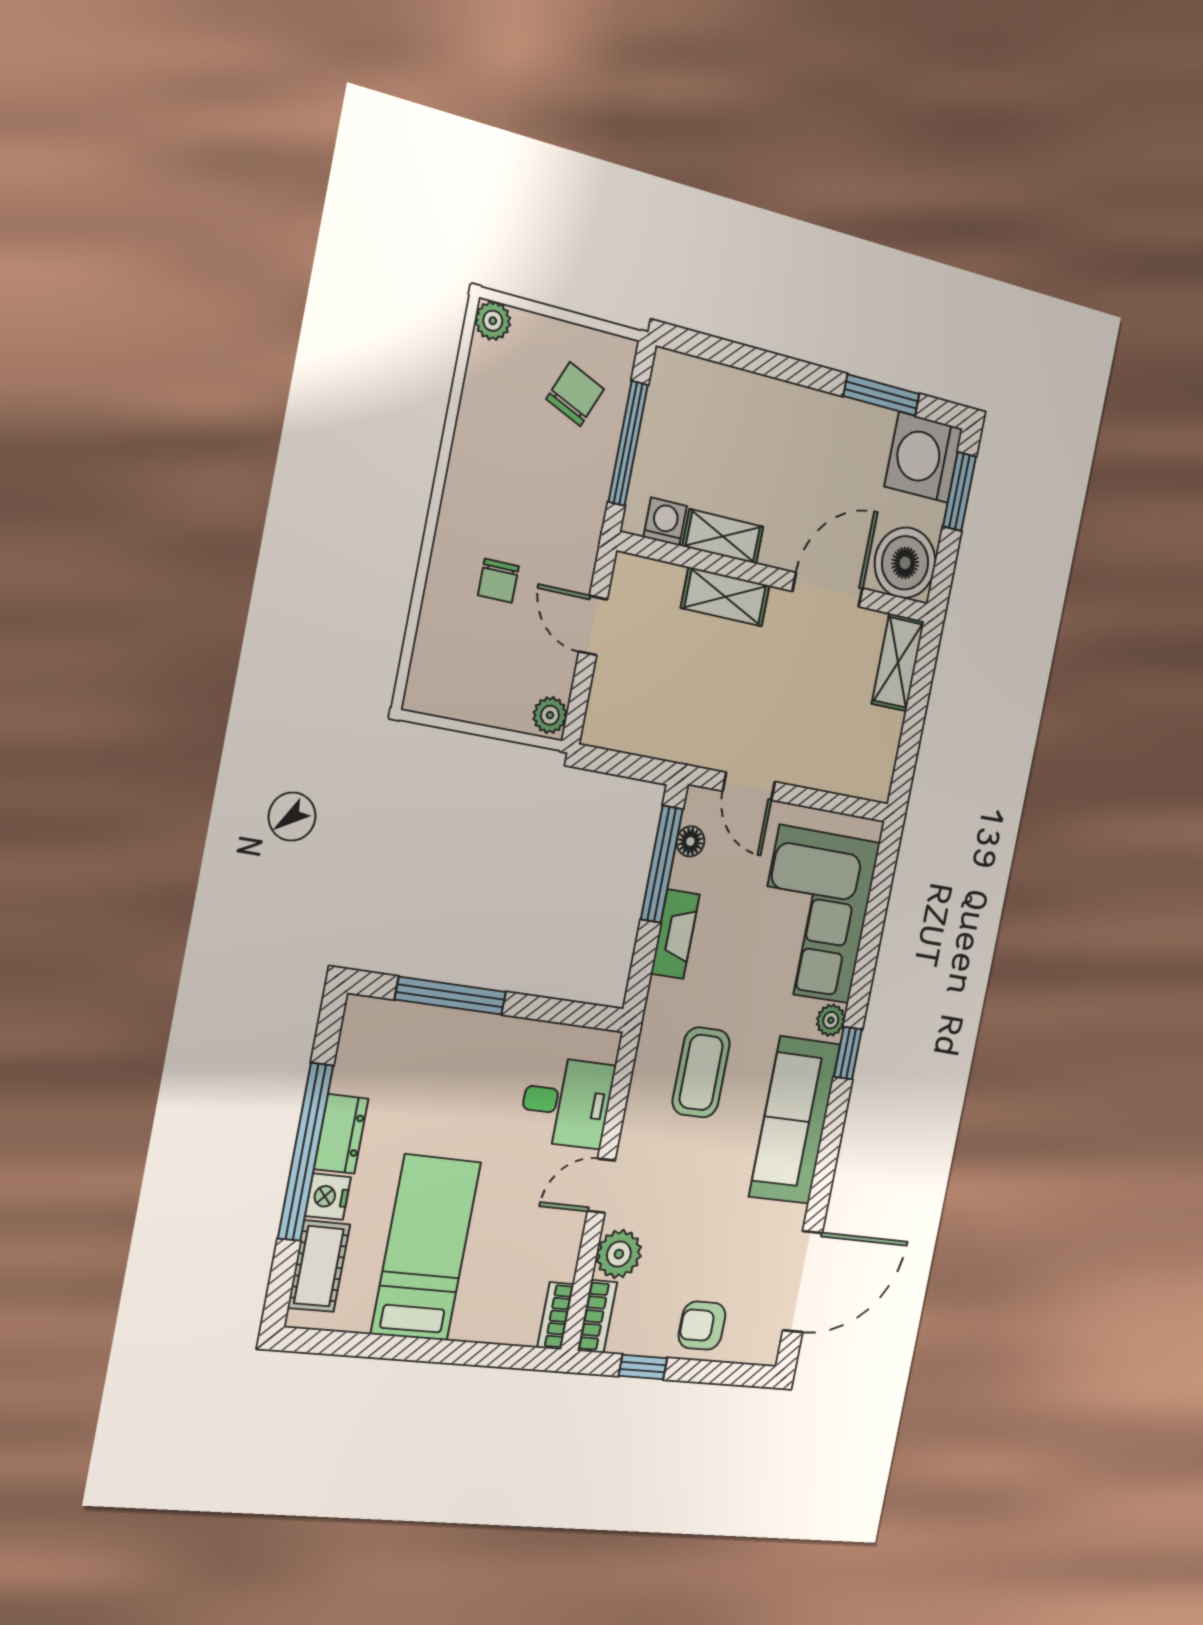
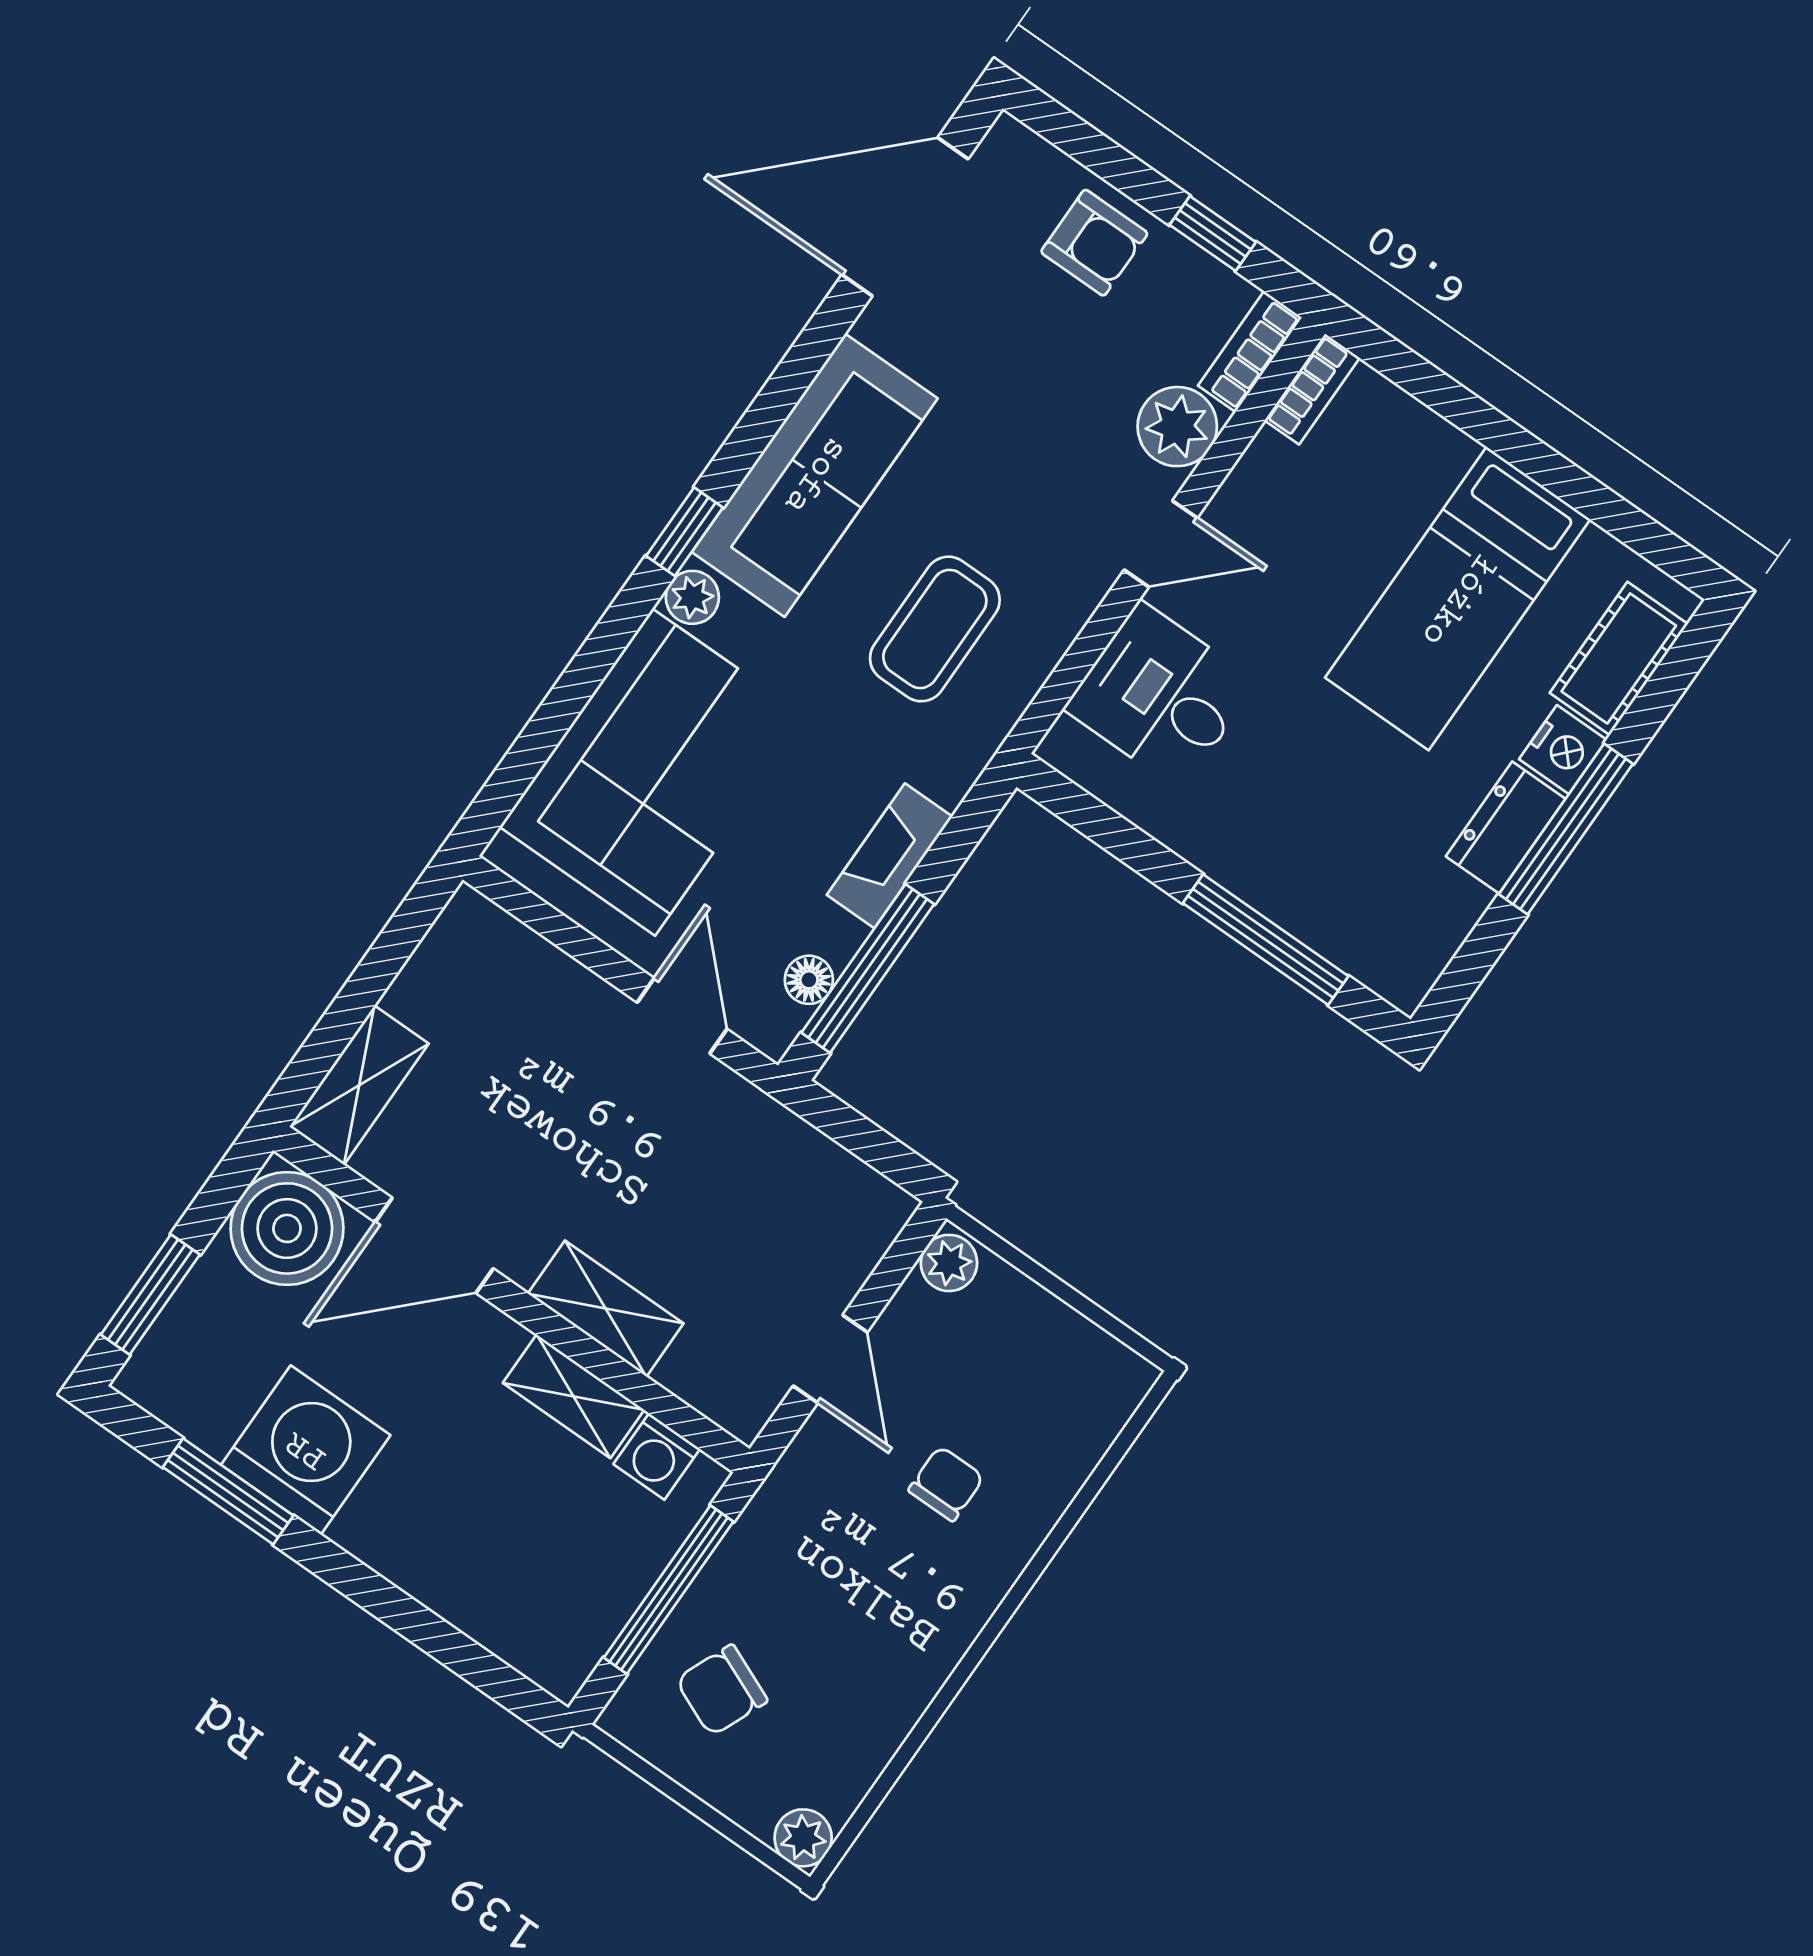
washing machine: (923, 457) -> (306, 1450), moved, turned -90
window: (306, 1152) -> (1566, 829), width x0.68

